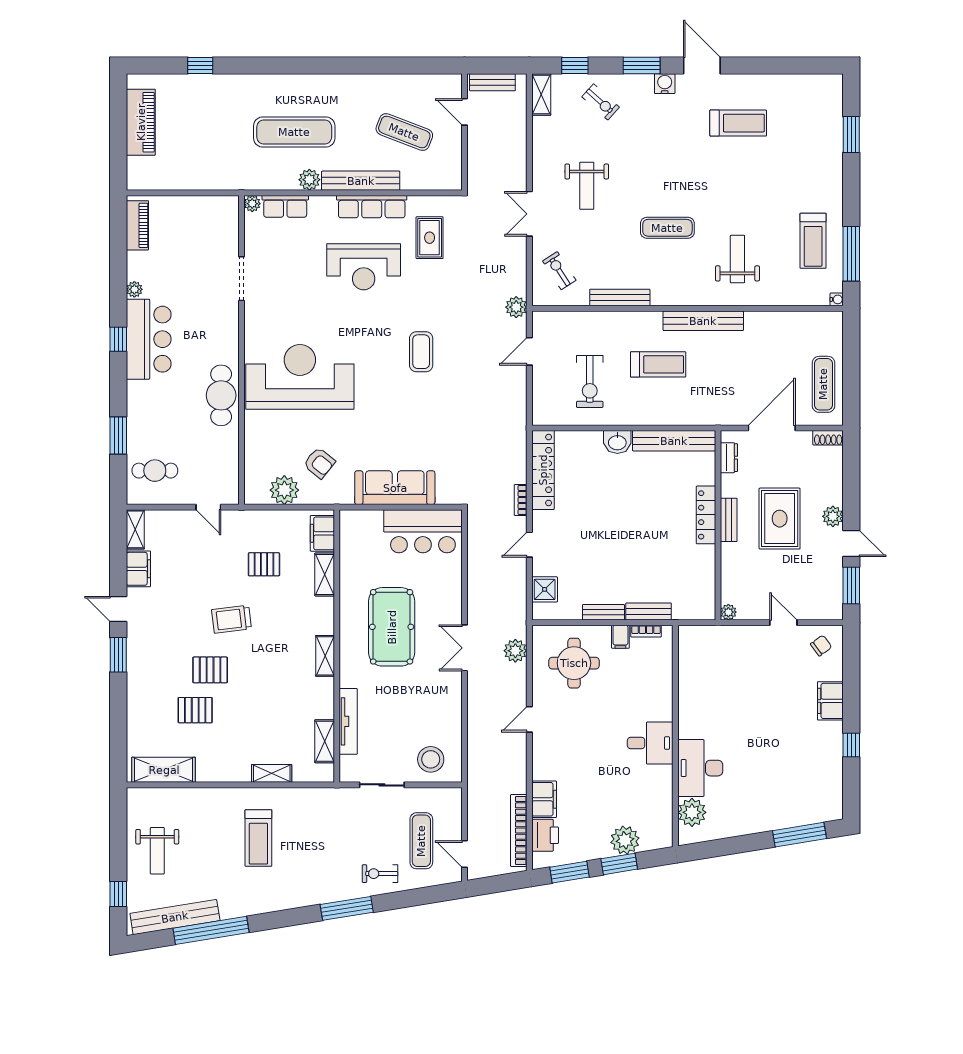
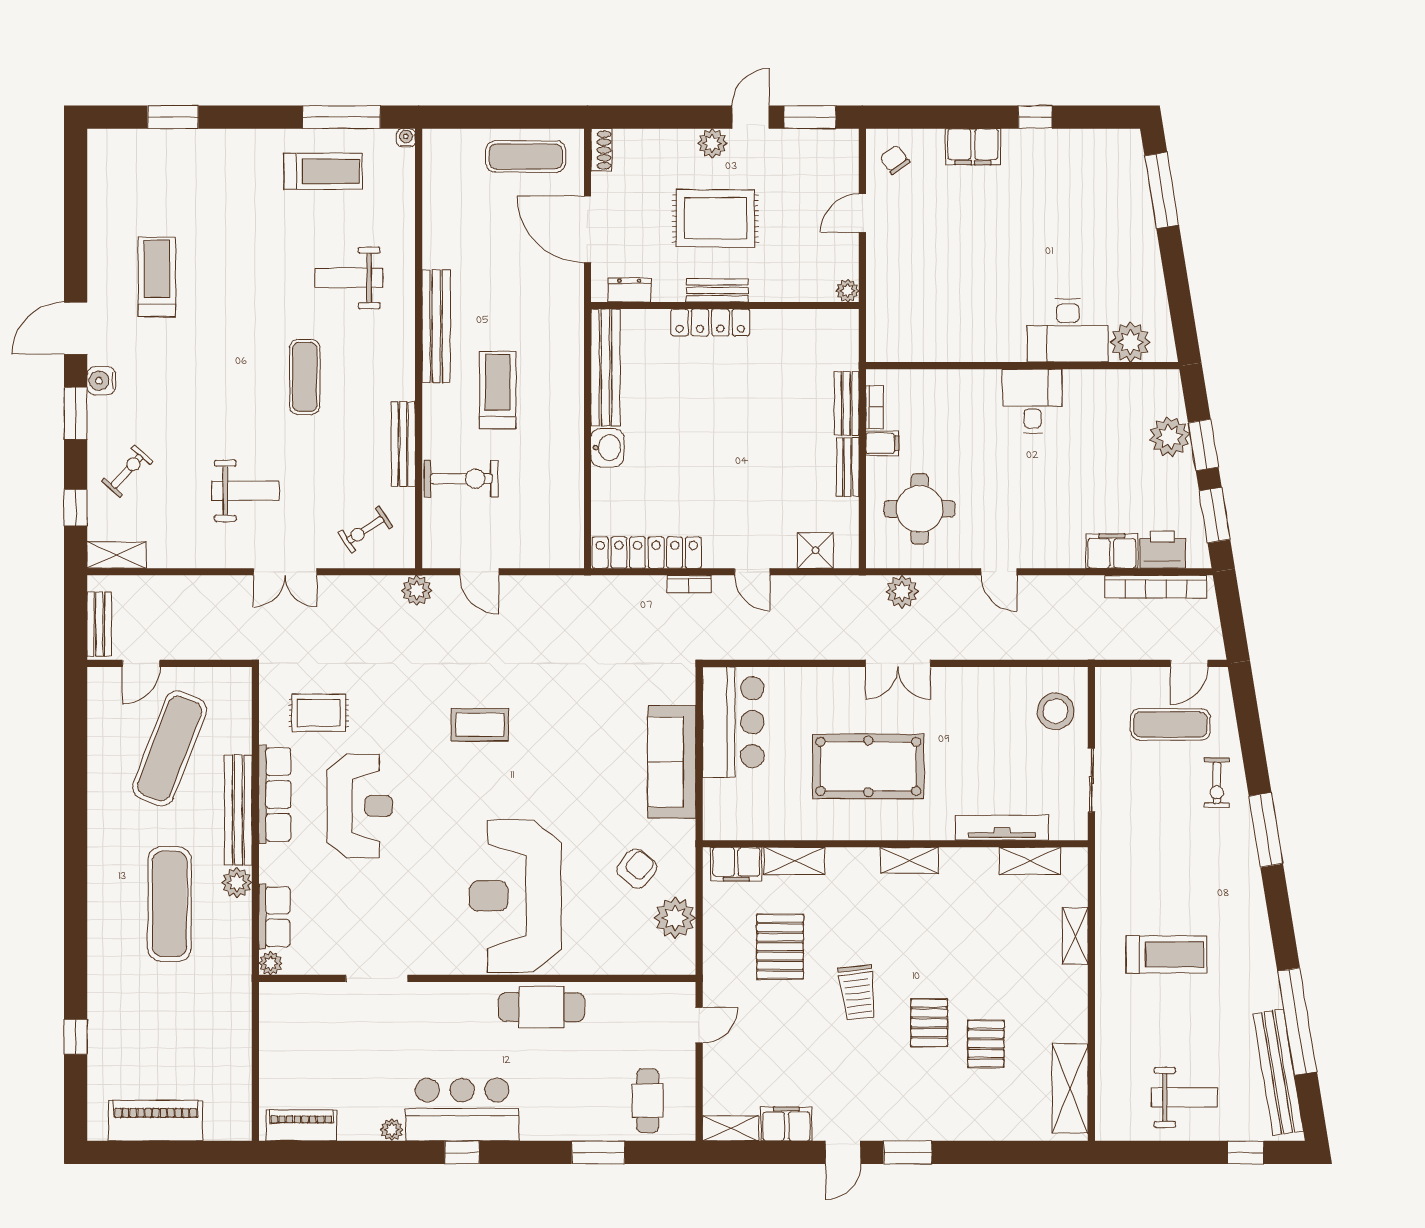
exercise mat: (404, 132) -> (169, 748), width x1.36, depth x1.45
exercise bike: (590, 381) -> (461, 479), moved
pallet: (264, 564) -> (780, 947), width x1.50, depth x1.42

